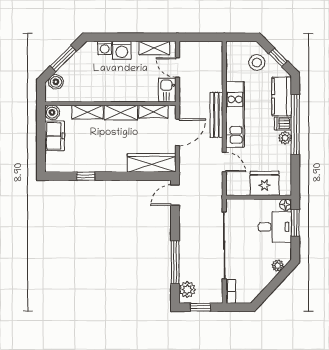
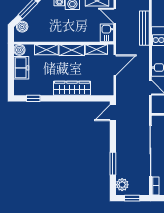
bench: (216, 115) -> (144, 28), moved
wardrobe: (152, 163) -> (72, 88), moved
window: (86, 176) -> (33, 98), moved
window: (175, 262) -> (113, 164), width x0.69

